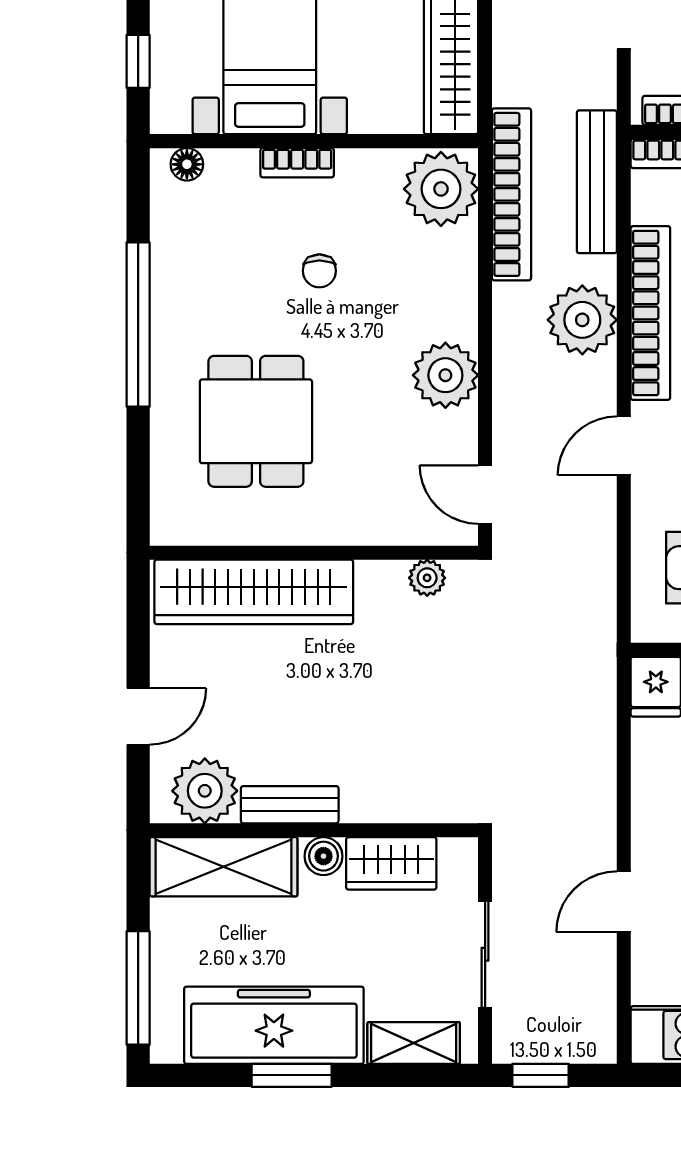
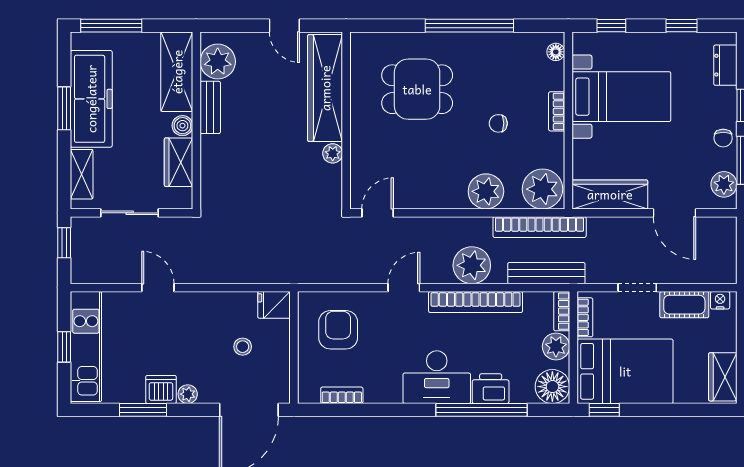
plant: (445, 375) -> (486, 191), moved
door: (624, 446) -> (404, 288), hinge flipped
plant: (427, 578) -> (333, 153), moved
door: (138, 716) -> (284, 26), moved

